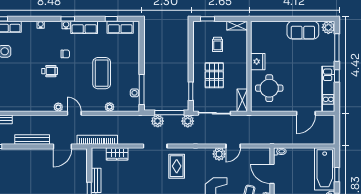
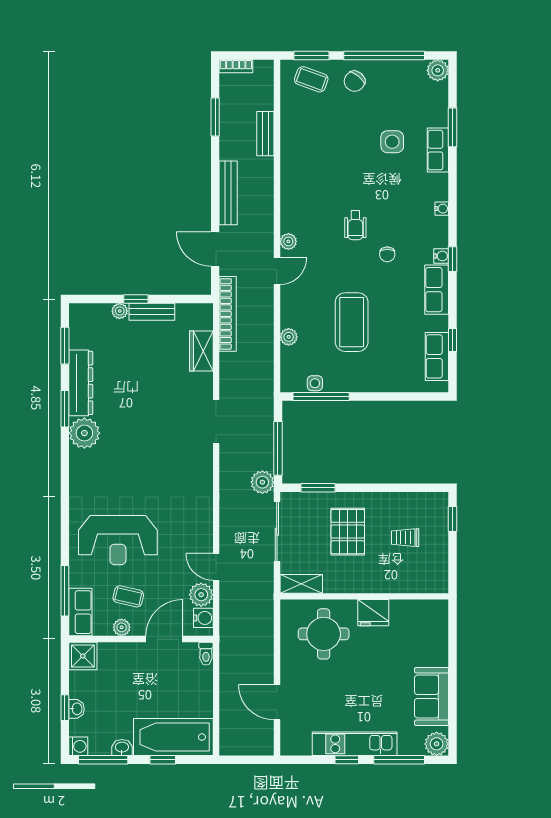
shelving: (237, 26) -> (440, 574), removed
coffee table: (102, 73) -> (352, 322), turned 90
pallet: (214, 75) -> (348, 532), turned 90
kitchen unit: (328, 89) -> (355, 744), moved
plant: (158, 121) -> (262, 426), removed
water cooler: (261, 153) -> (203, 618), added
plant: (219, 154) -> (201, 595), moved
rug: (177, 166) -> (178, 462), removed

